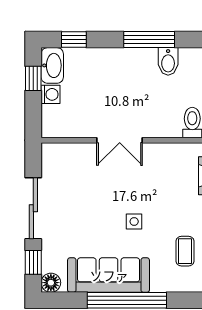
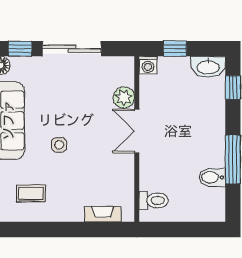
window: (33, 78) -> (175, 49), moved
washing machine: (51, 94) -> (148, 65), moved
plant: (84, 154) -> (124, 97), added

